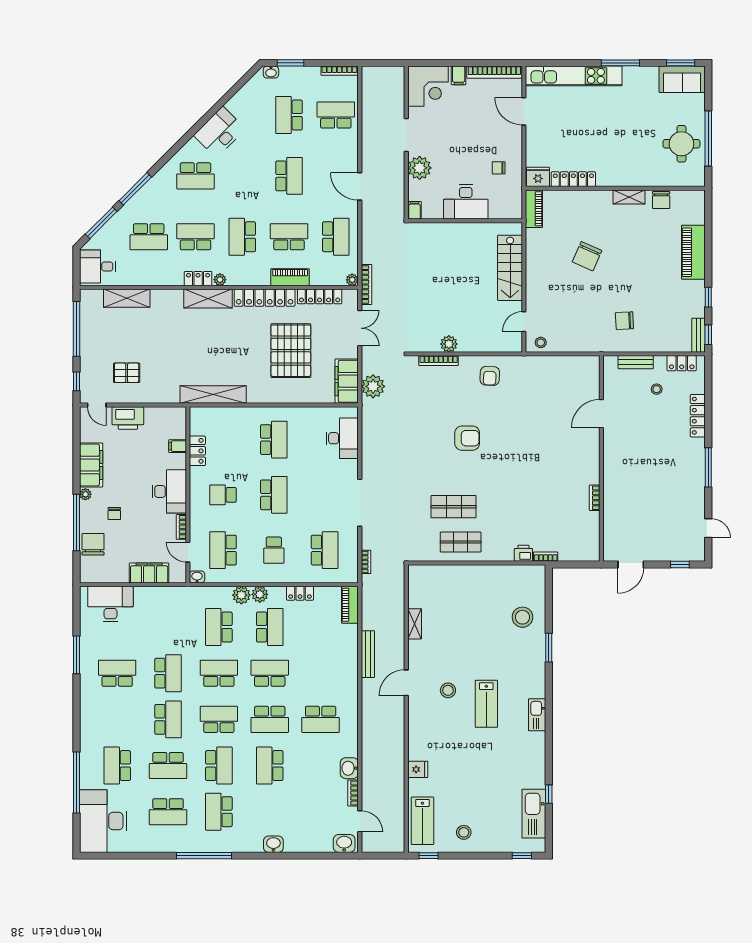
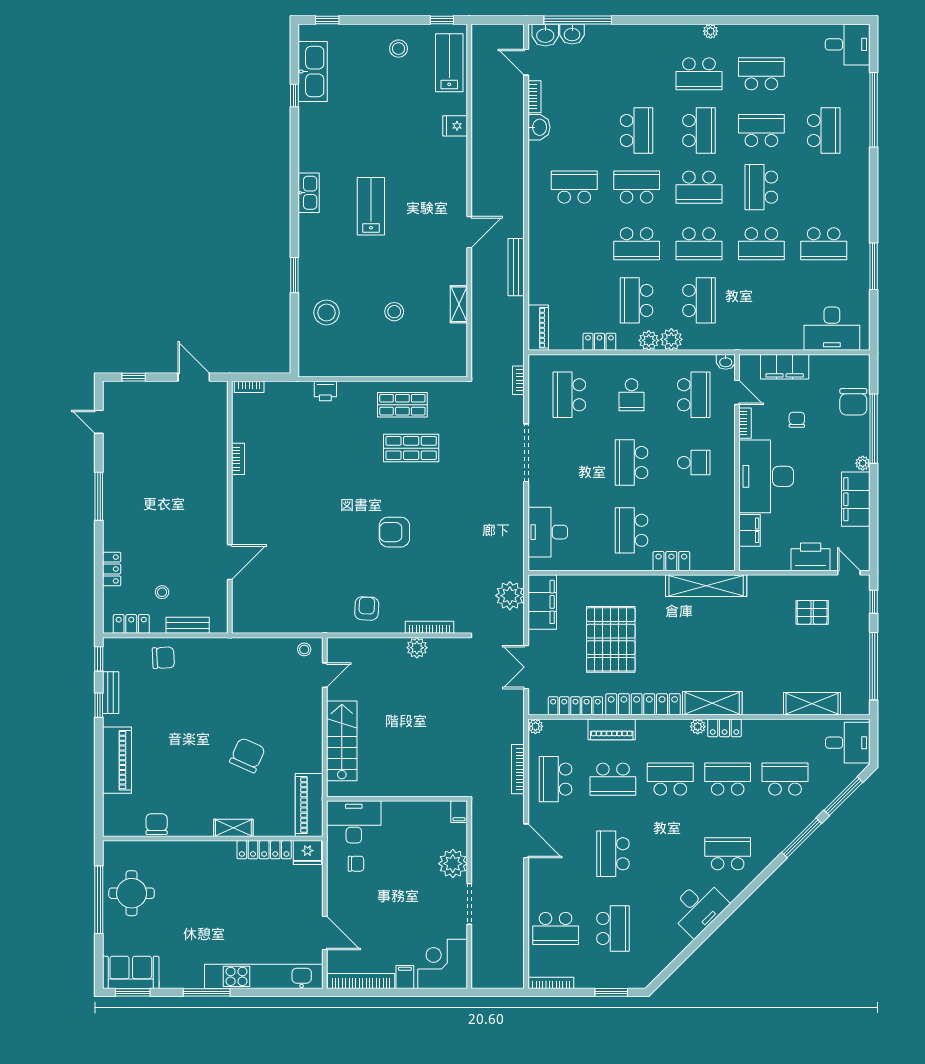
washbasin: (271, 72) -> (635, 981), removed
shelving: (629, 197) -> (233, 828), moved
desk: (466, 202) -> (354, 822), moved
piano: (534, 209) -> (309, 805), width x1.37, depth x1.33
school desk: (195, 237) -> (728, 779), turned 180
school desk: (242, 237) -> (670, 779), turned -90
bookcase: (366, 285) -> (518, 769), moved
chair: (624, 321) -> (163, 658), moved
bench: (699, 335) -> (111, 693), moved
locker: (698, 416) -> (112, 569), width x0.66
filing cabinet: (178, 446) -> (750, 530), width x2.00
locker: (197, 451) -> (671, 561), moved, turned 90
desk: (169, 491) -> (766, 476), width x1.36, depth x1.30
chair: (114, 514) -> (797, 420), moved
school desk: (274, 550) -> (632, 395), turned 180
bookcase: (546, 557) -> (249, 387), moved
door: (631, 565) -> (194, 377), hinge flipped
school desk: (168, 673) -> (761, 244), turned -90
stool: (448, 690) -> (394, 312), moved
school desk: (219, 766) -> (699, 130), turned 180
school desk: (219, 812) -> (699, 74), turned 90
desk: (103, 821) -> (848, 44), width x0.53, depth x0.77
washbasin: (273, 844) -> (572, 34), moved
plant: (210, 847) -> (710, 31), added
window: (204, 856) -> (578, 20), moved

